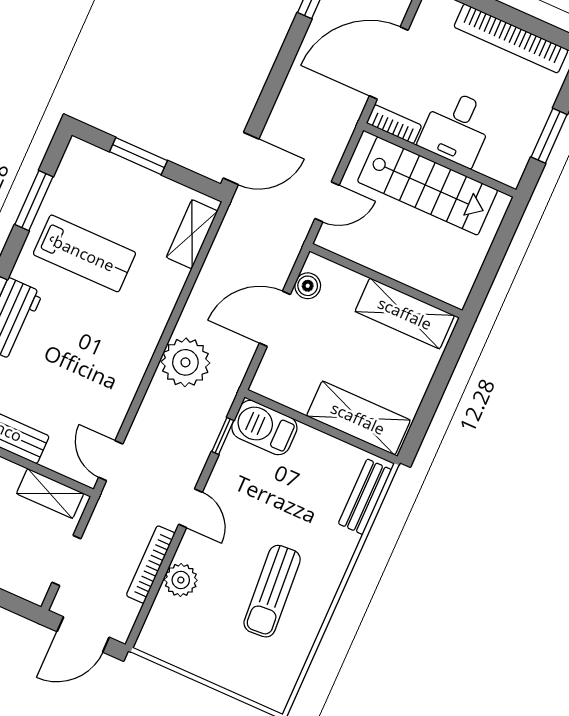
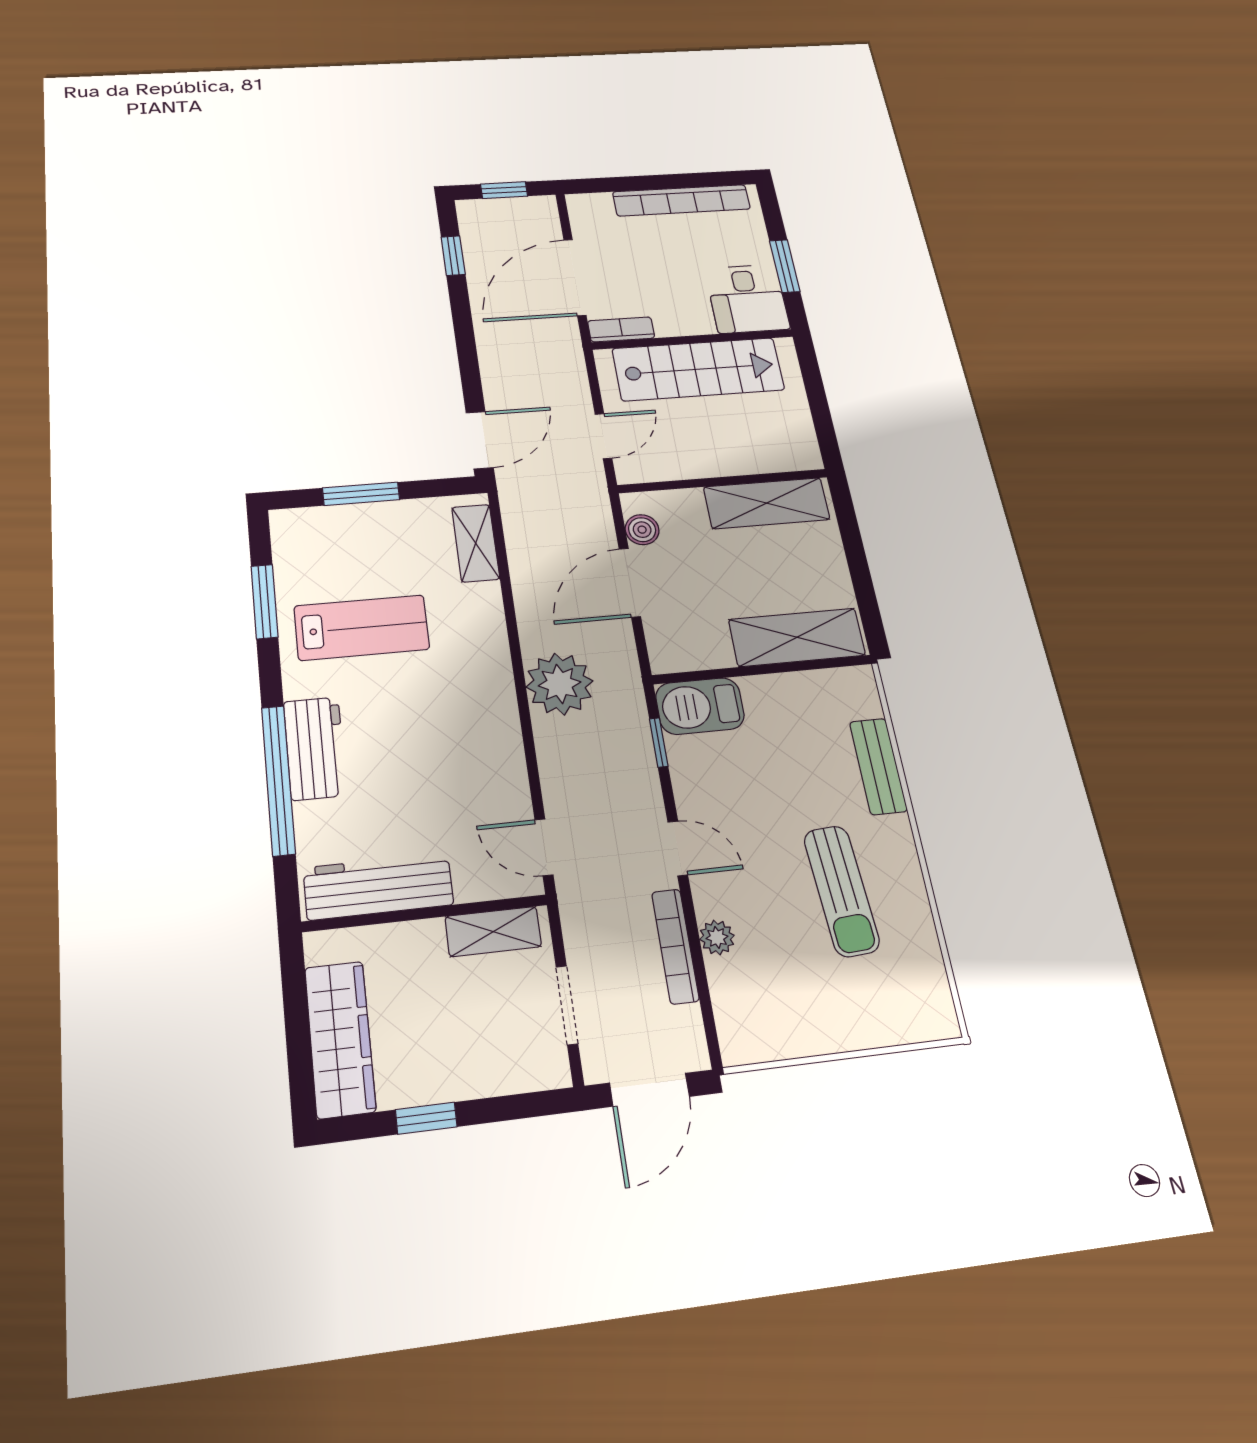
desk: (457, 128) -> (747, 299), moved
bench: (365, 497) -> (878, 766), moved
plant: (181, 580) -> (717, 937), width x0.73, depth x0.73

